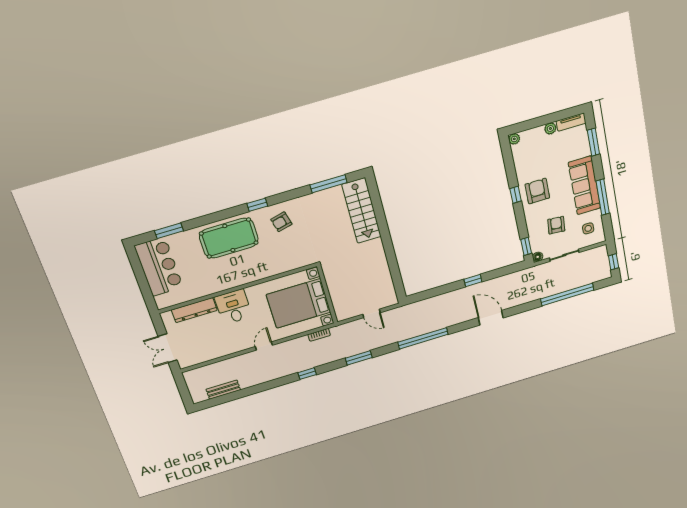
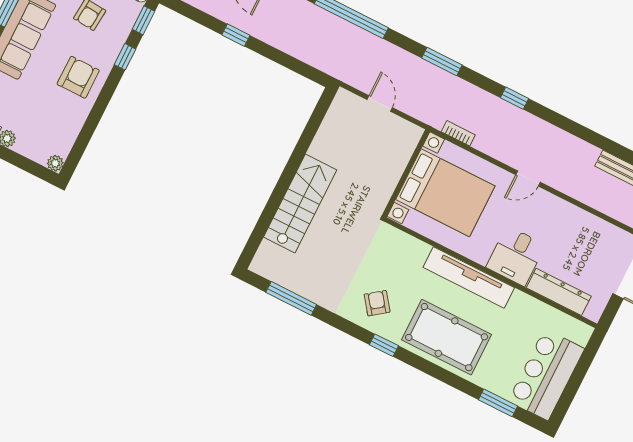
armchair: (537, 191) -> (78, 77), turned 180
window: (516, 195) -> (125, 57), moved
stairs: (362, 211) -> (300, 203), moved
armchair: (281, 222) -> (377, 303), turned -113
tv unit: (247, 276) -> (469, 277), added

